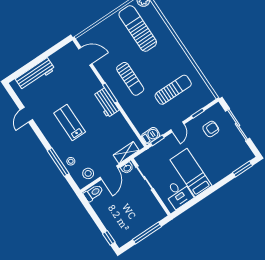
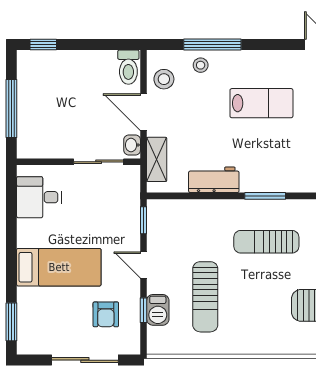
workbench: (106, 103) -> (214, 180), moved
barbecue: (151, 136) -> (158, 310), moved
bed: (191, 173) -> (59, 267), moved

